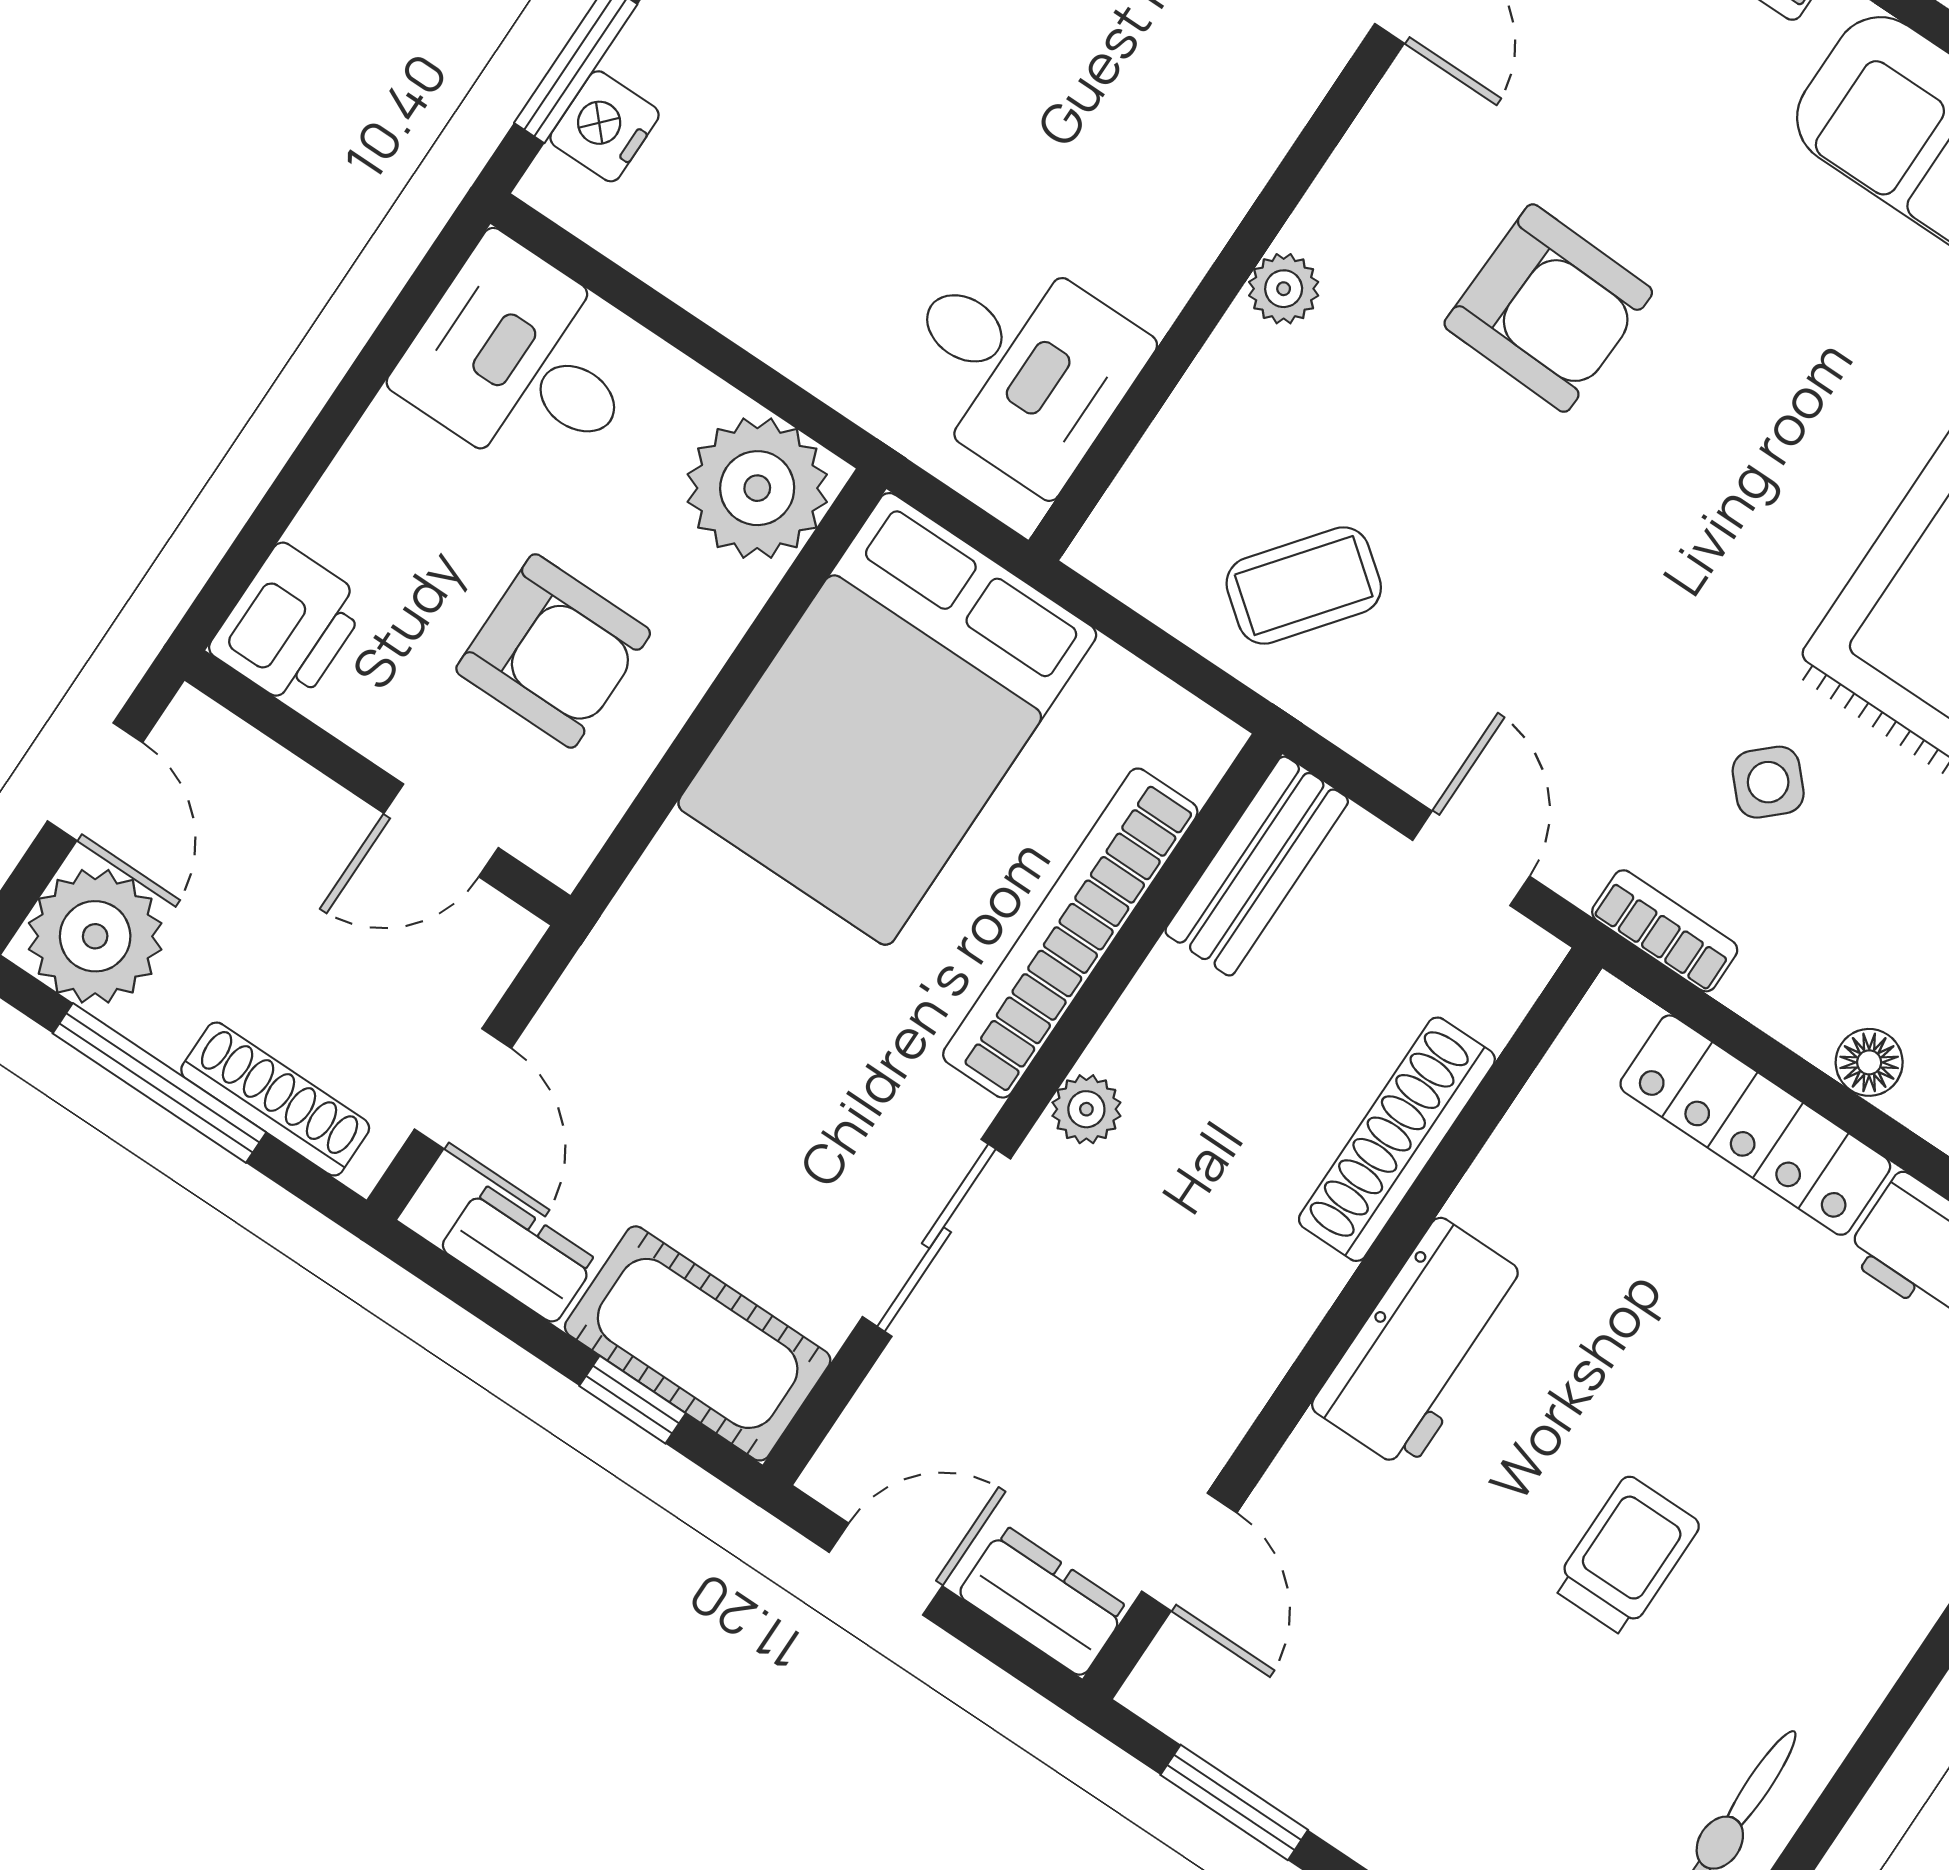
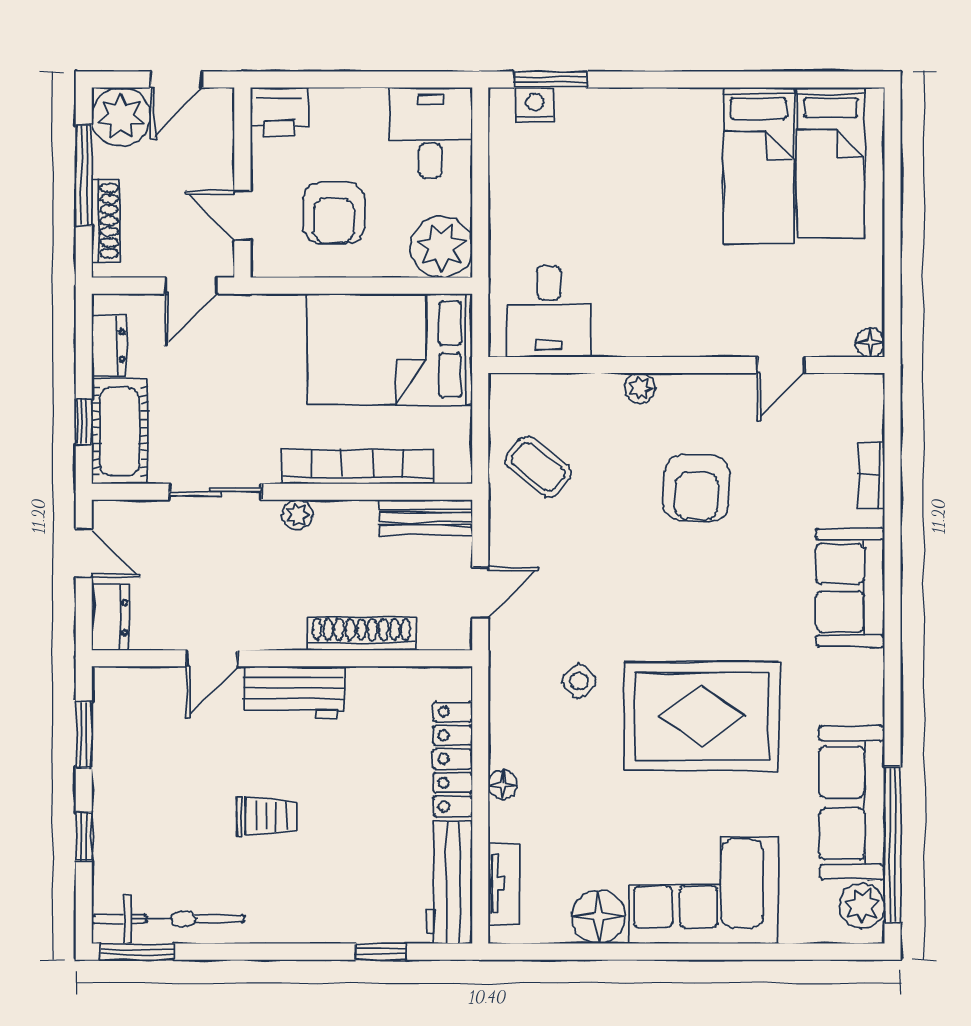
bookcase: (1665, 931) -> (501, 680), removed
door: (463, 1089) -> (191, 286), moved
door: (1189, 1552) -> (212, 658), moved

